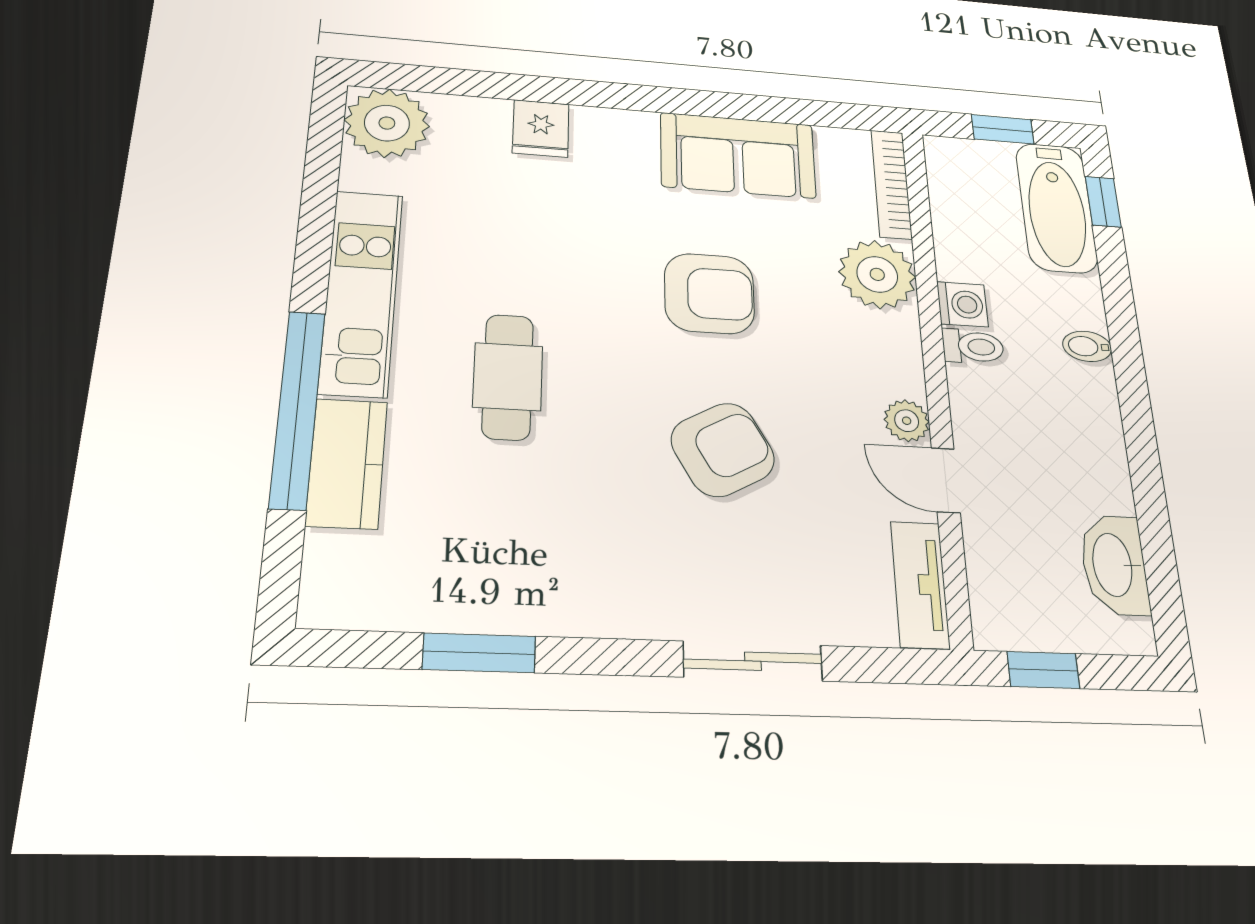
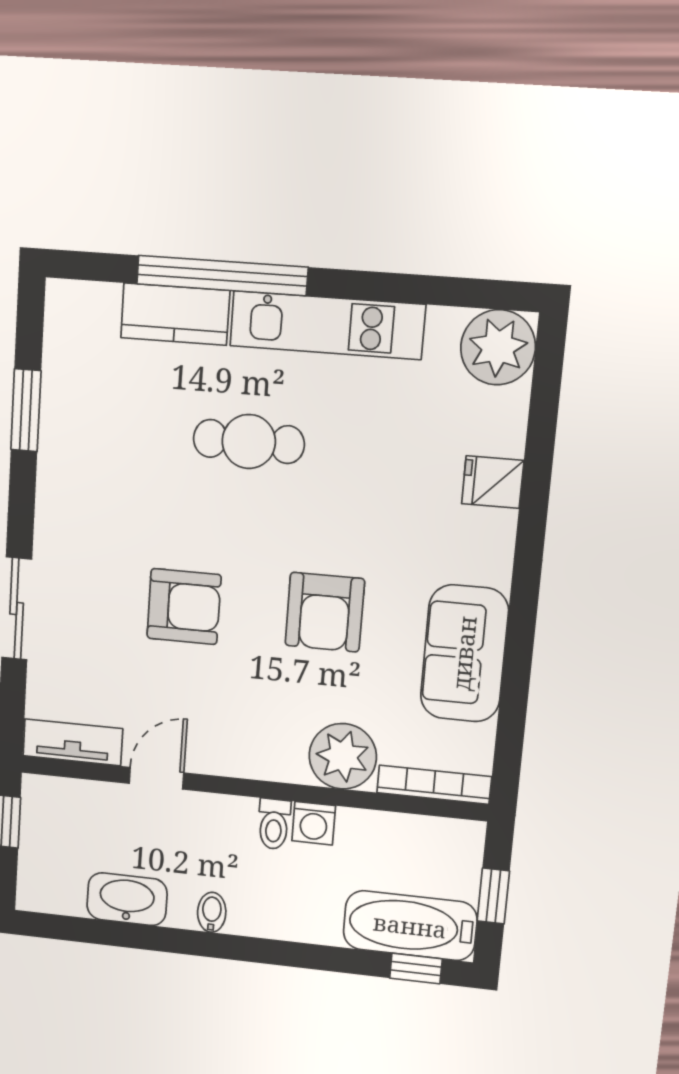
bidet: (1087, 346) -> (212, 912), moved
plant: (907, 421) -> (208, 757), removed
armchair: (723, 450) -> (184, 607), turned -61
washbasin: (1114, 565) -> (127, 899), moved

